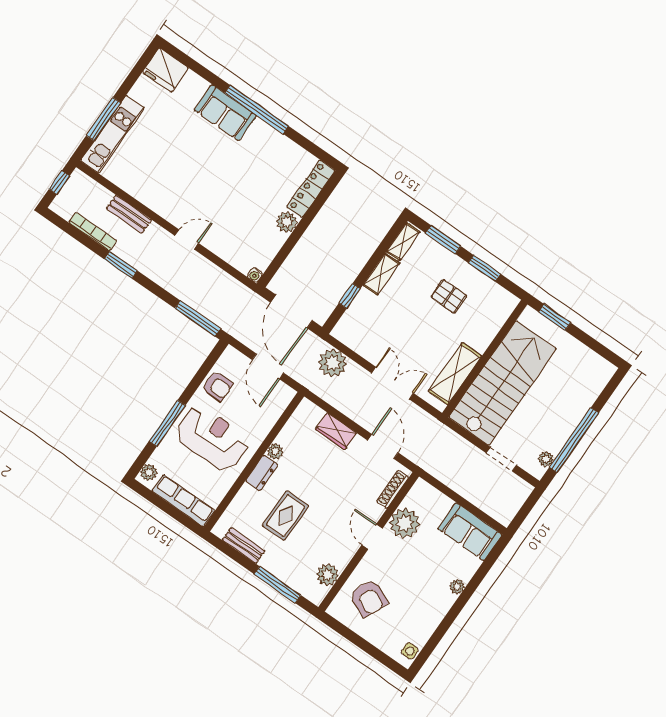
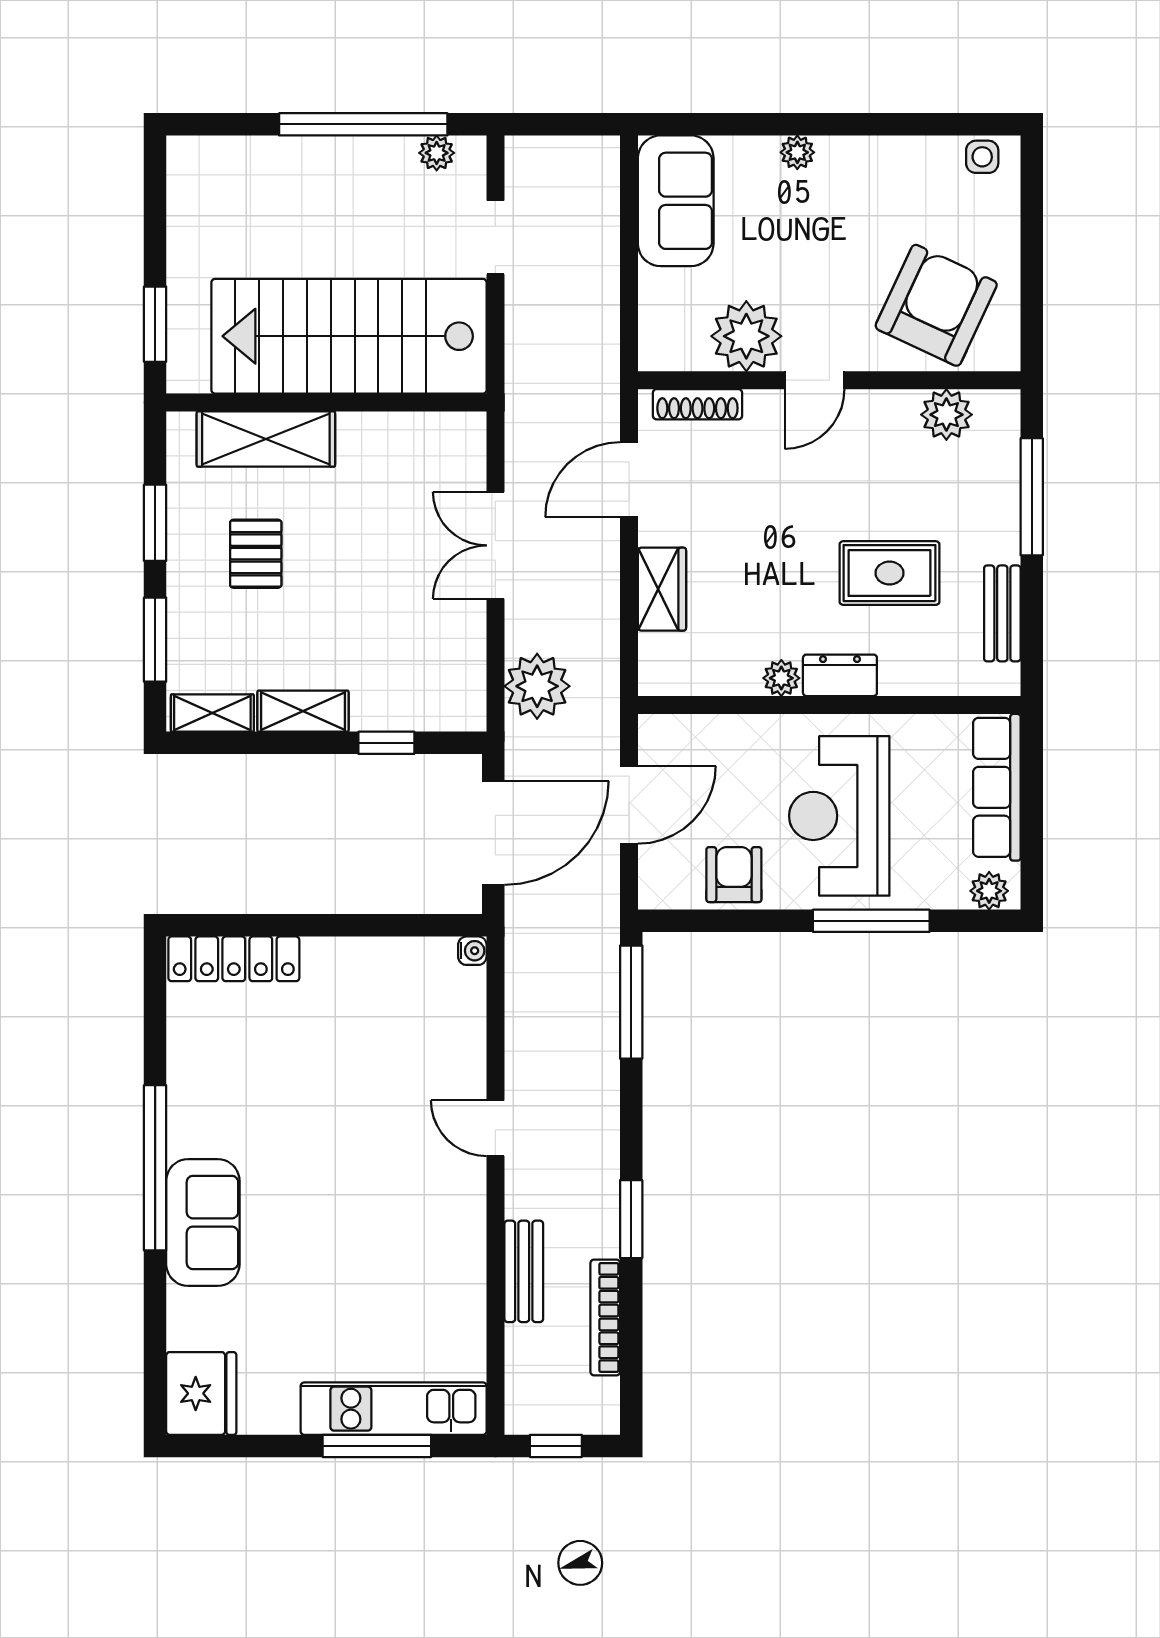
plant: (287, 222) -> (329, 961), removed
shelving: (455, 374) -> (266, 439), moved
armchair: (369, 598) -> (936, 305), width x1.36, depth x1.36

